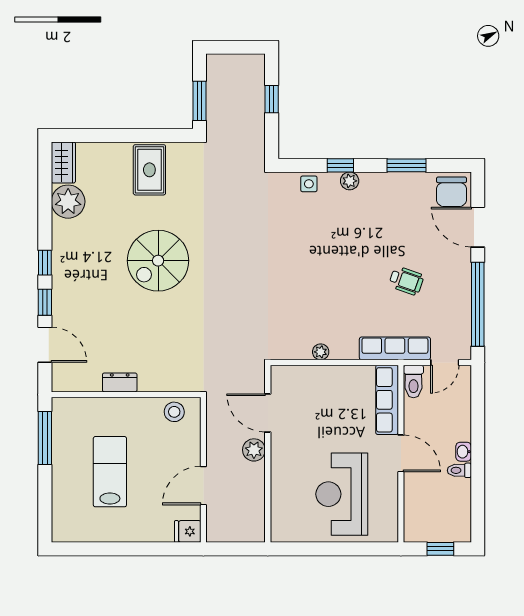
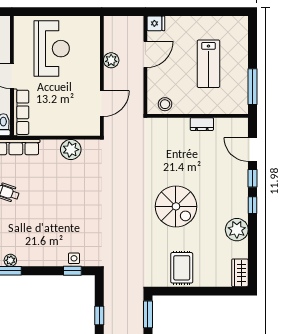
window: (340, 165) -> (72, 271), moved
plant: (350, 181) -> (10, 260), moved
plant: (68, 202) -> (237, 230), moved
spiral stairs: (158, 261) -> (176, 206), turned 90
plant: (321, 352) -> (71, 150), width x1.88, depth x1.88
door: (268, 413) -> (102, 103), hinge flipped
plant: (254, 450) -> (111, 60), moved

